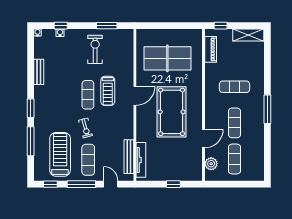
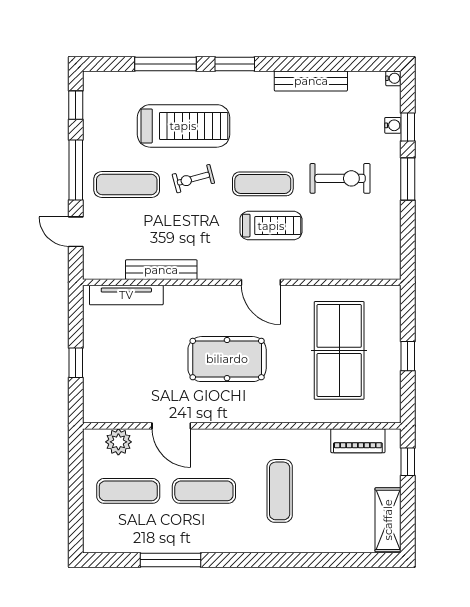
window: (107, 26) -> (408, 179), moved
window: (170, 26) -> (408, 356), added
exercise bike: (95, 49) -> (340, 178), moved
bench: (39, 72) -> (311, 81), width x1.36
treadmill: (108, 91) -> (271, 226), turned 180
window: (267, 109) -> (170, 560), moved
pool table: (172, 112) -> (227, 359), width x0.73, depth x0.76
treadmill: (60, 154) -> (183, 126), moved
bench: (129, 157) -> (161, 270), moved
door: (111, 184) -> (76, 232), swing flipped

